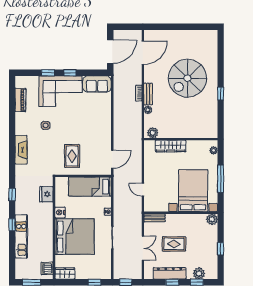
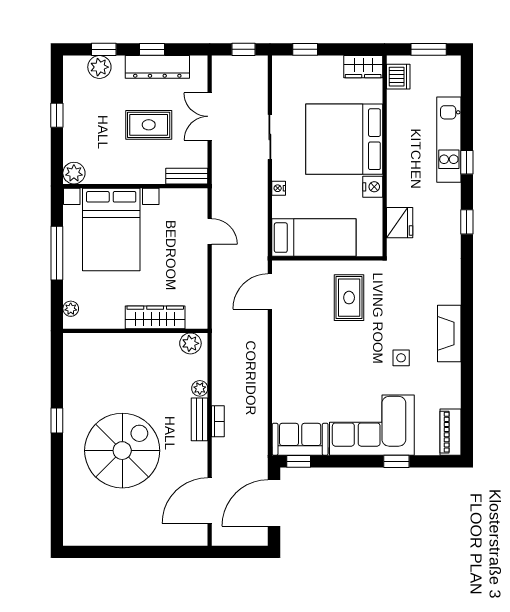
window: (70, 73) -> (299, 461), moved
piano: (20, 100) -> (450, 432), moved
fireplace: (21, 150) -> (449, 333), moved

